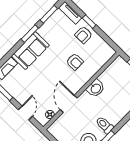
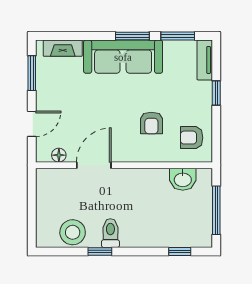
armchair: (84, 35) -> (192, 138), moved
sofa: (30, 51) -> (123, 57), width x1.36
washbasin: (96, 88) -> (183, 179), moved

